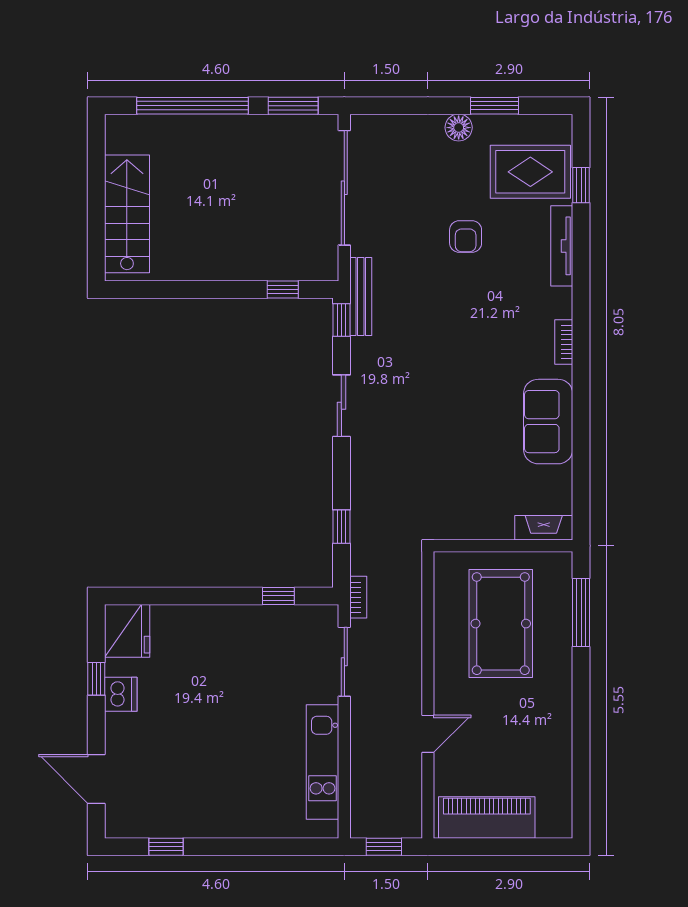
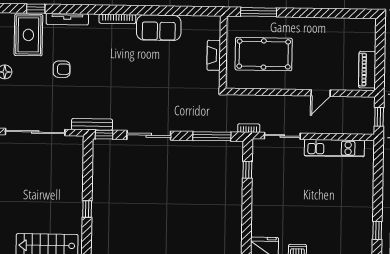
window: (283, 290) -> (87, 209), moved
bookcase: (564, 342) -> (117, 19), width x1.56
sliding door: (341, 406) -> (149, 135), width x1.37
window: (341, 527) -> (212, 136), width x2.17
fireplace: (544, 528) -> (214, 55), moved
door: (428, 734) -> (321, 93), swing flipped
piano: (487, 817) -> (367, 70), width x0.73, depth x0.75

